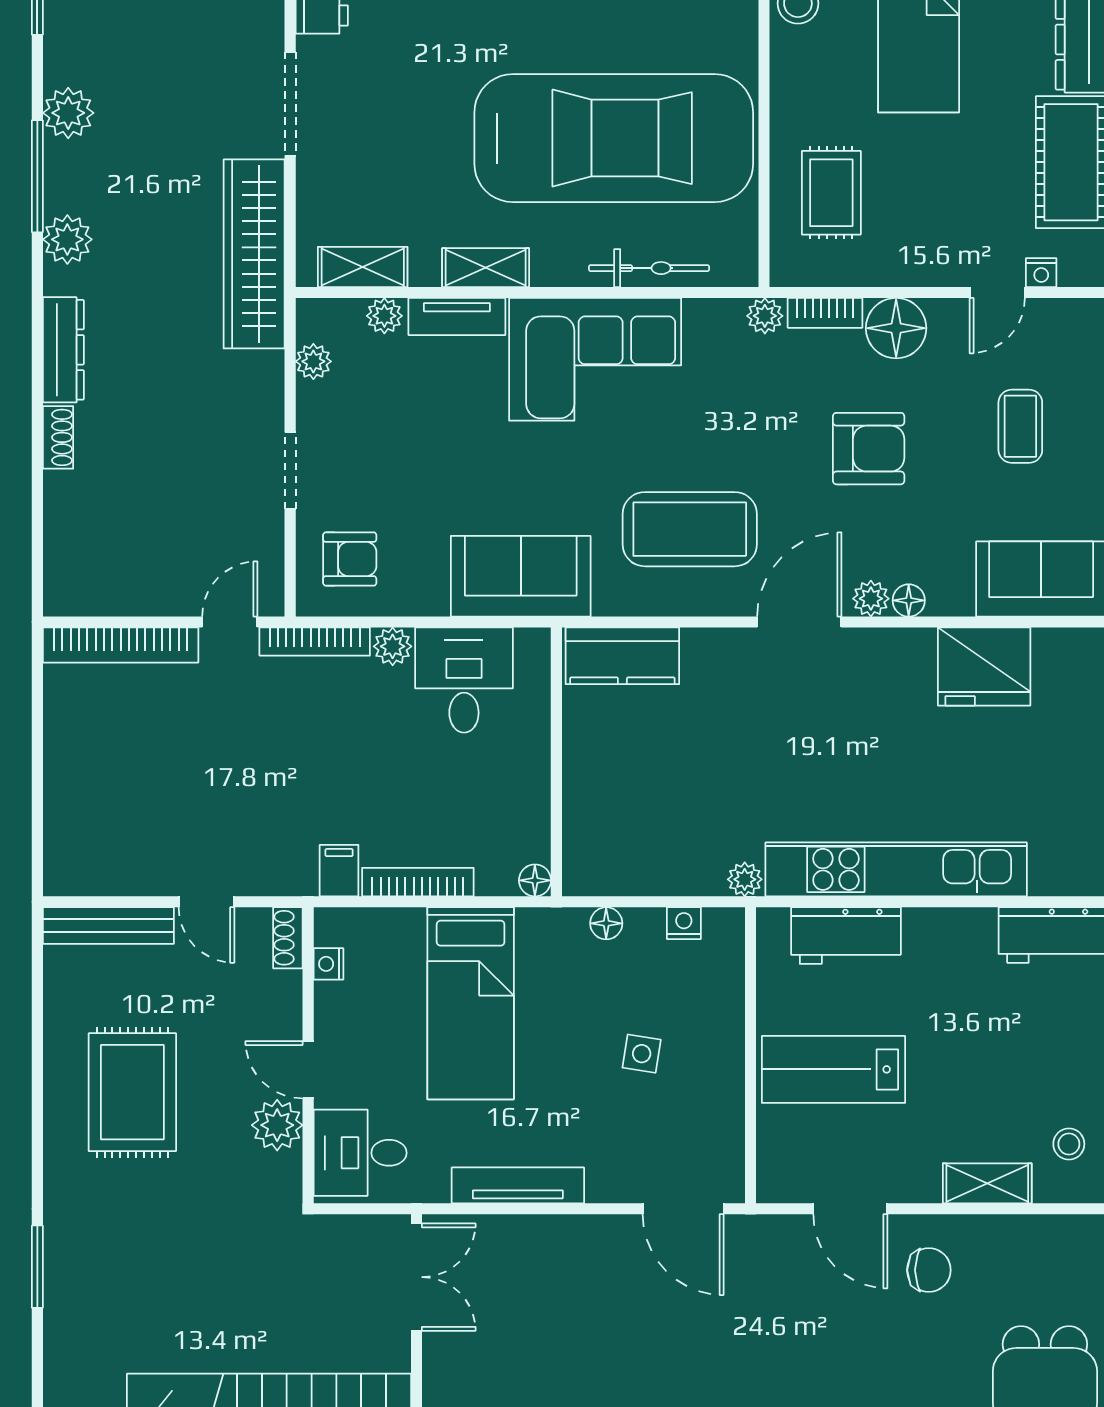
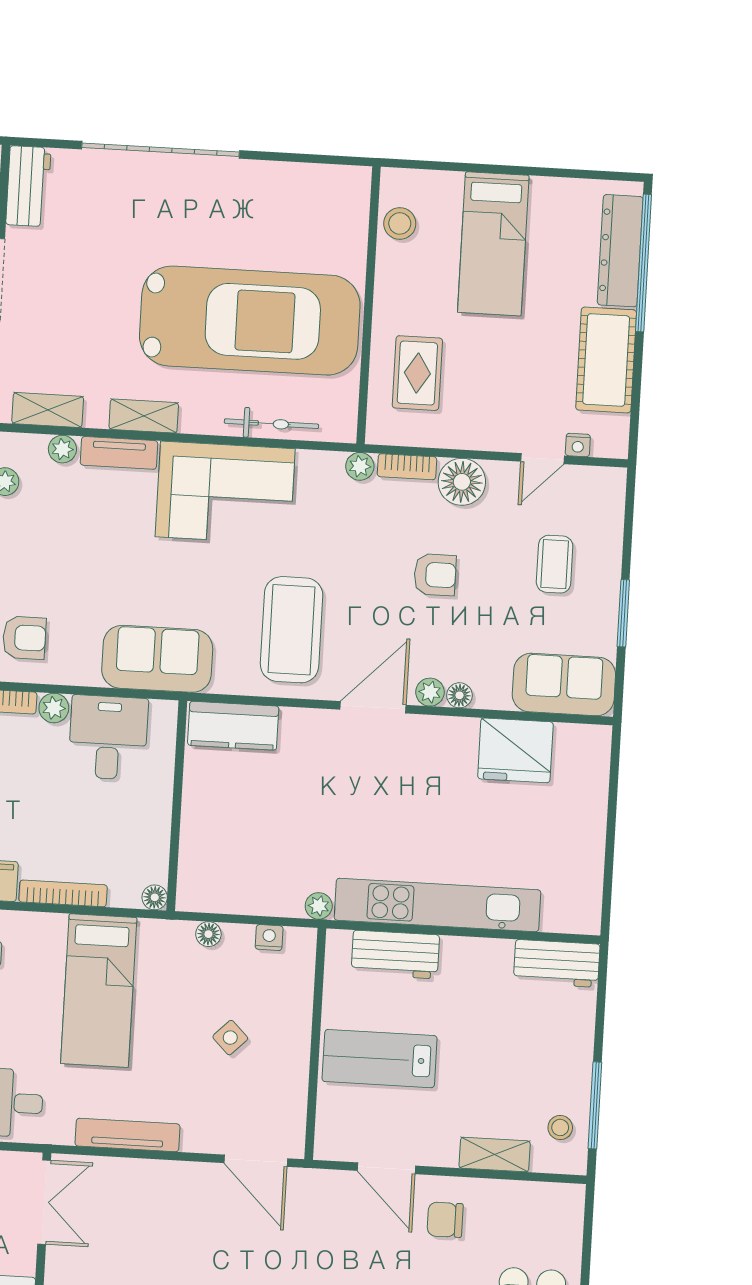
armchair: (869, 449) -> (435, 575), width x0.72, depth x0.72
coffee table: (690, 529) -> (292, 630), turned 90
side table: (642, 1054) -> (230, 1038), turned 36
chair: (929, 1270) -> (445, 1220), turned 180

